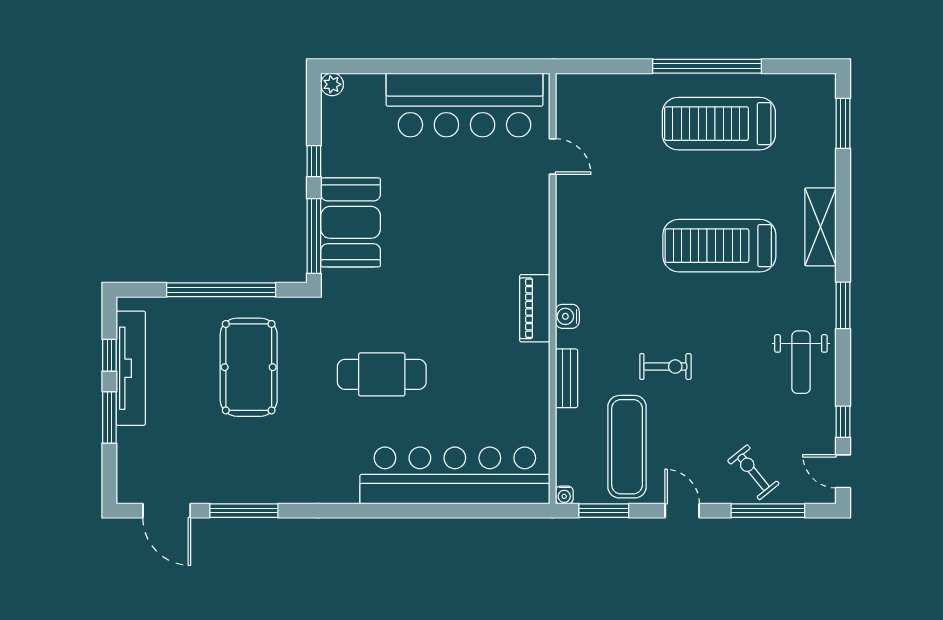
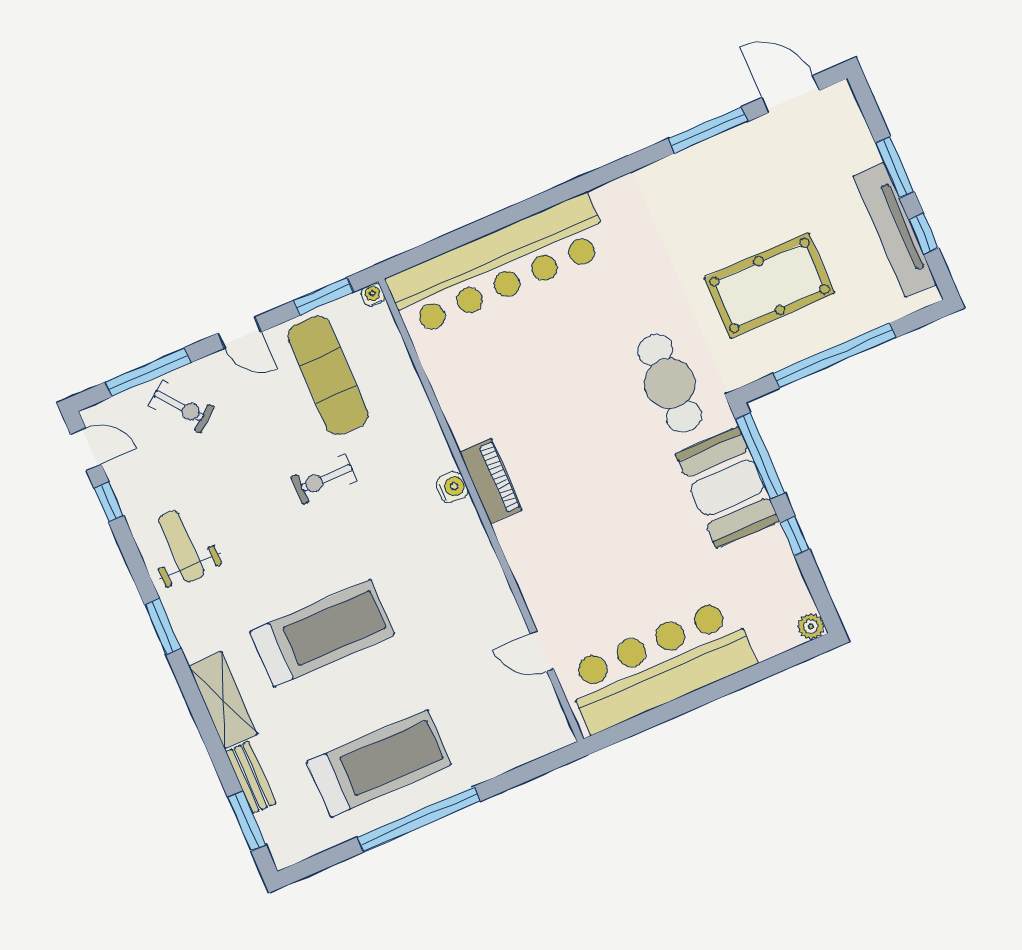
pool table: (249, 367) -> (769, 285), turned 90
cafe table: (382, 374) -> (670, 383), moved, turned 90
bench: (566, 378) -> (251, 777), moved

